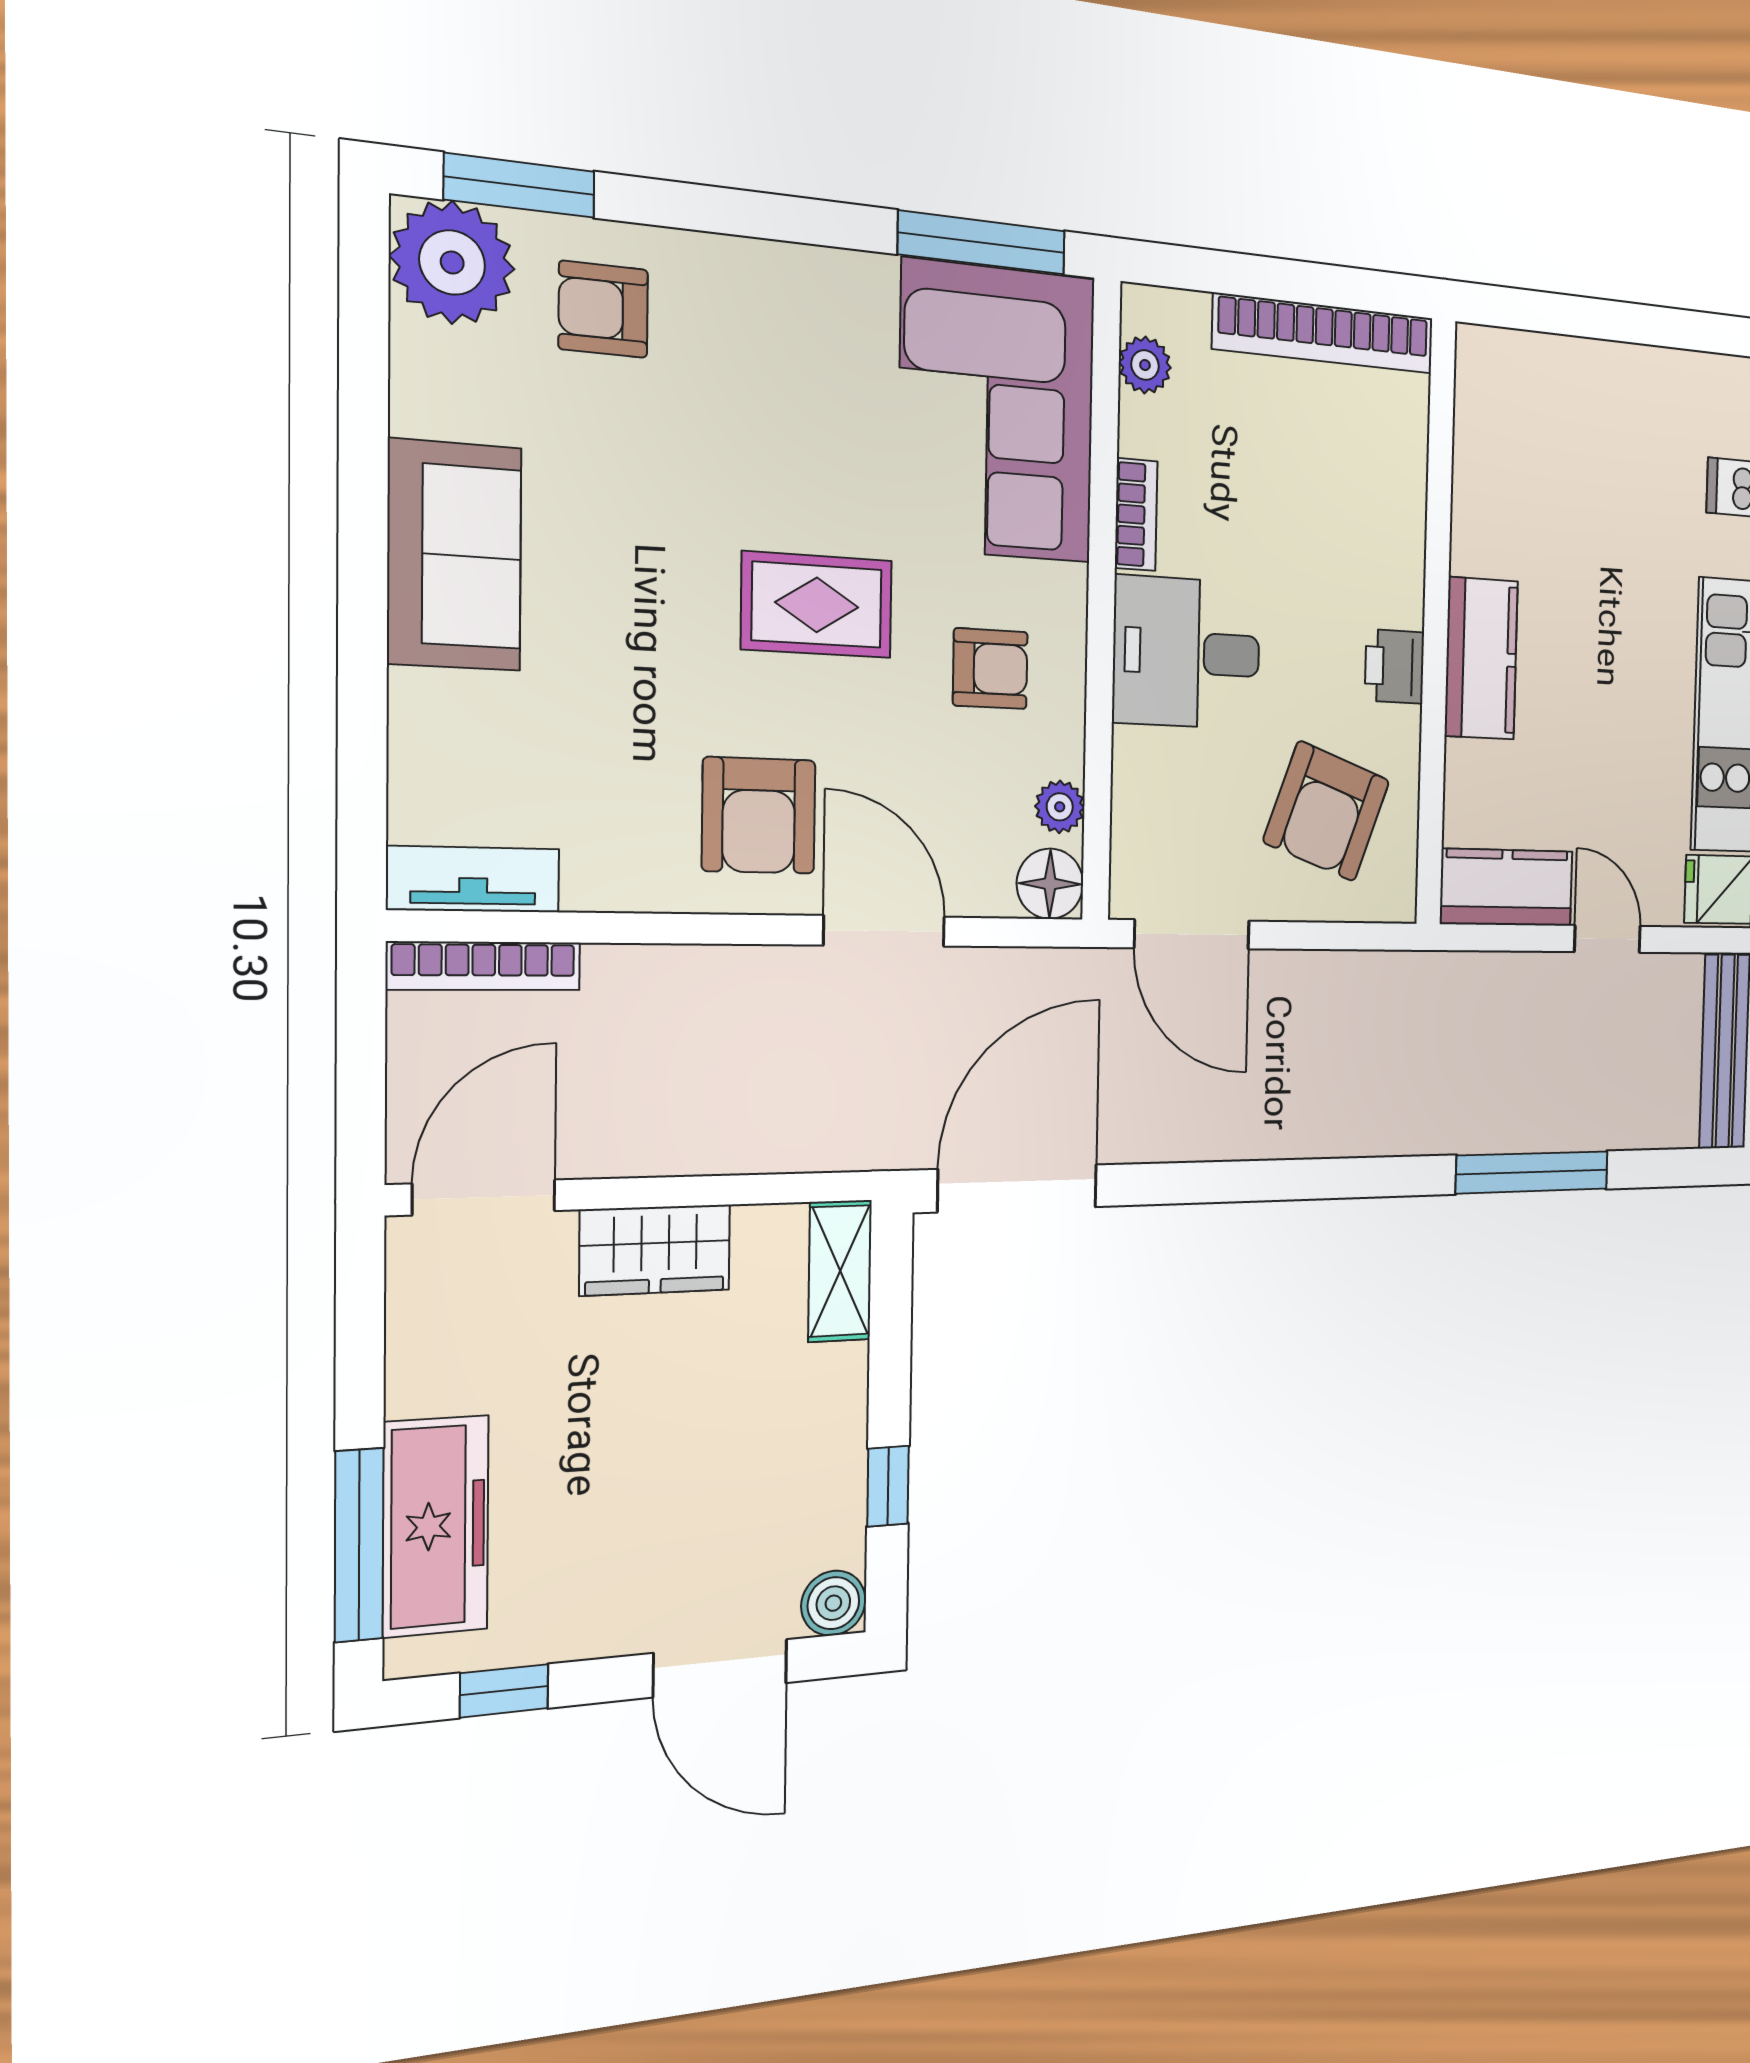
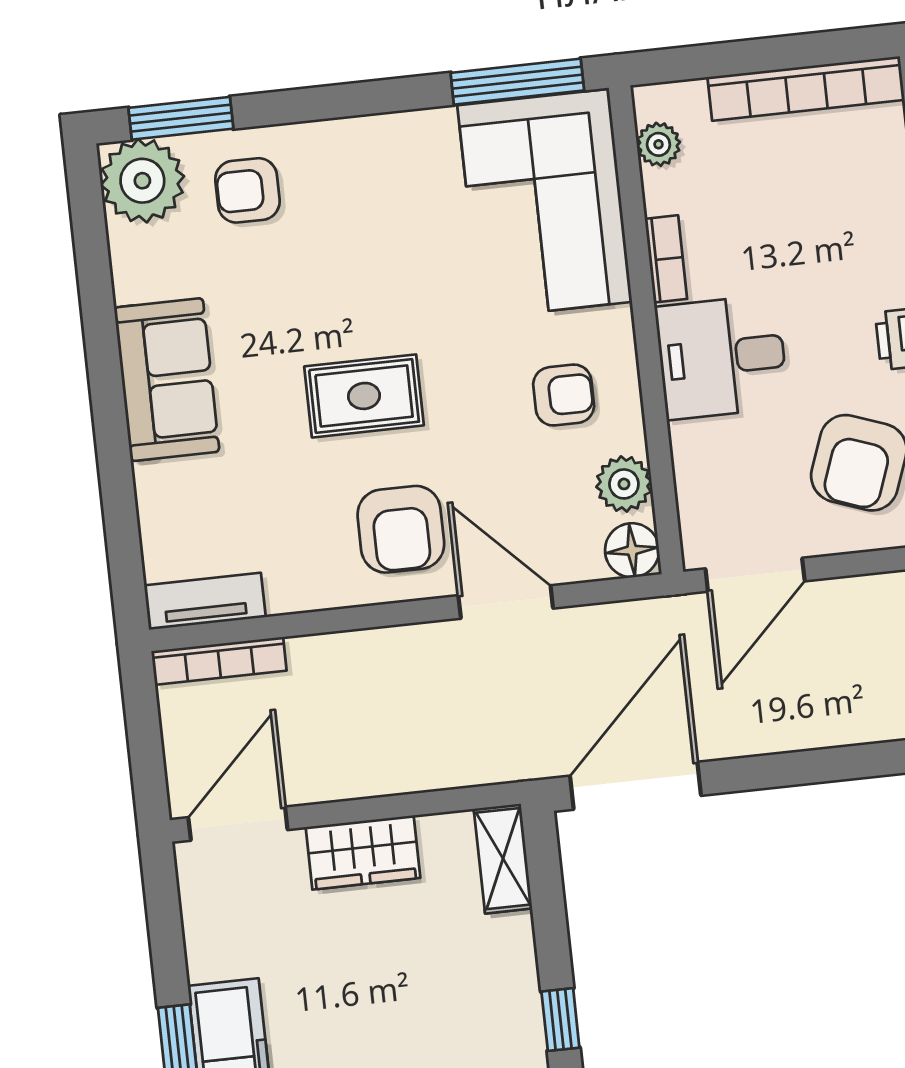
rug: (817, 605) -> (364, 396), moved
plant: (1060, 807) -> (624, 484), width x1.38, depth x1.38
door: (1192, 934) -> (755, 575), hinge flipped

